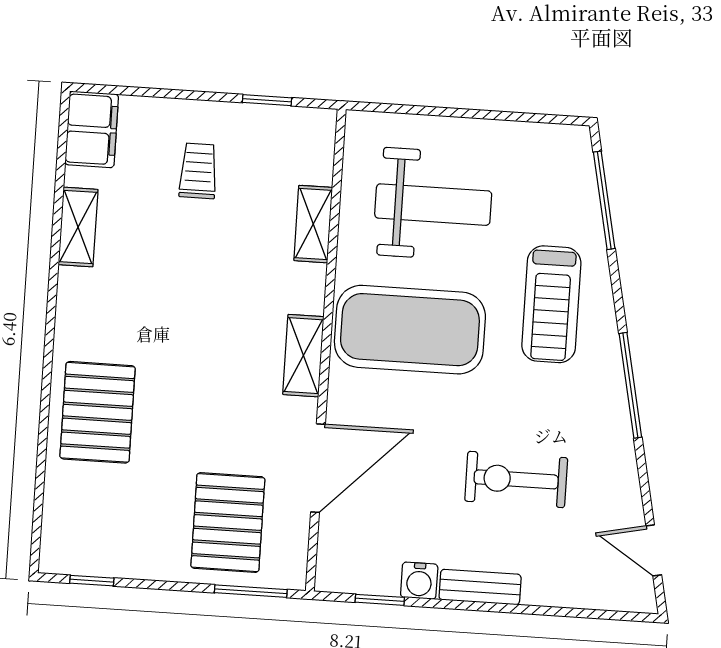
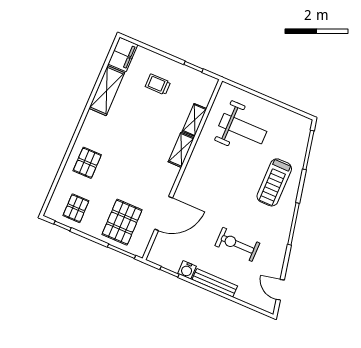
trolley: (198, 171) -> (158, 84), turned -90
shelving: (78, 227) -> (107, 91), width x1.50, depth x1.33
exercise mat: (410, 330) -> (217, 173), removed
shelving: (303, 356) -> (181, 150), moved
pallet: (98, 412) -> (87, 163), width x0.67, depth x0.71
pallet: (109, 528) -> (76, 208), added
bench: (480, 587) -> (215, 283), width x1.36

